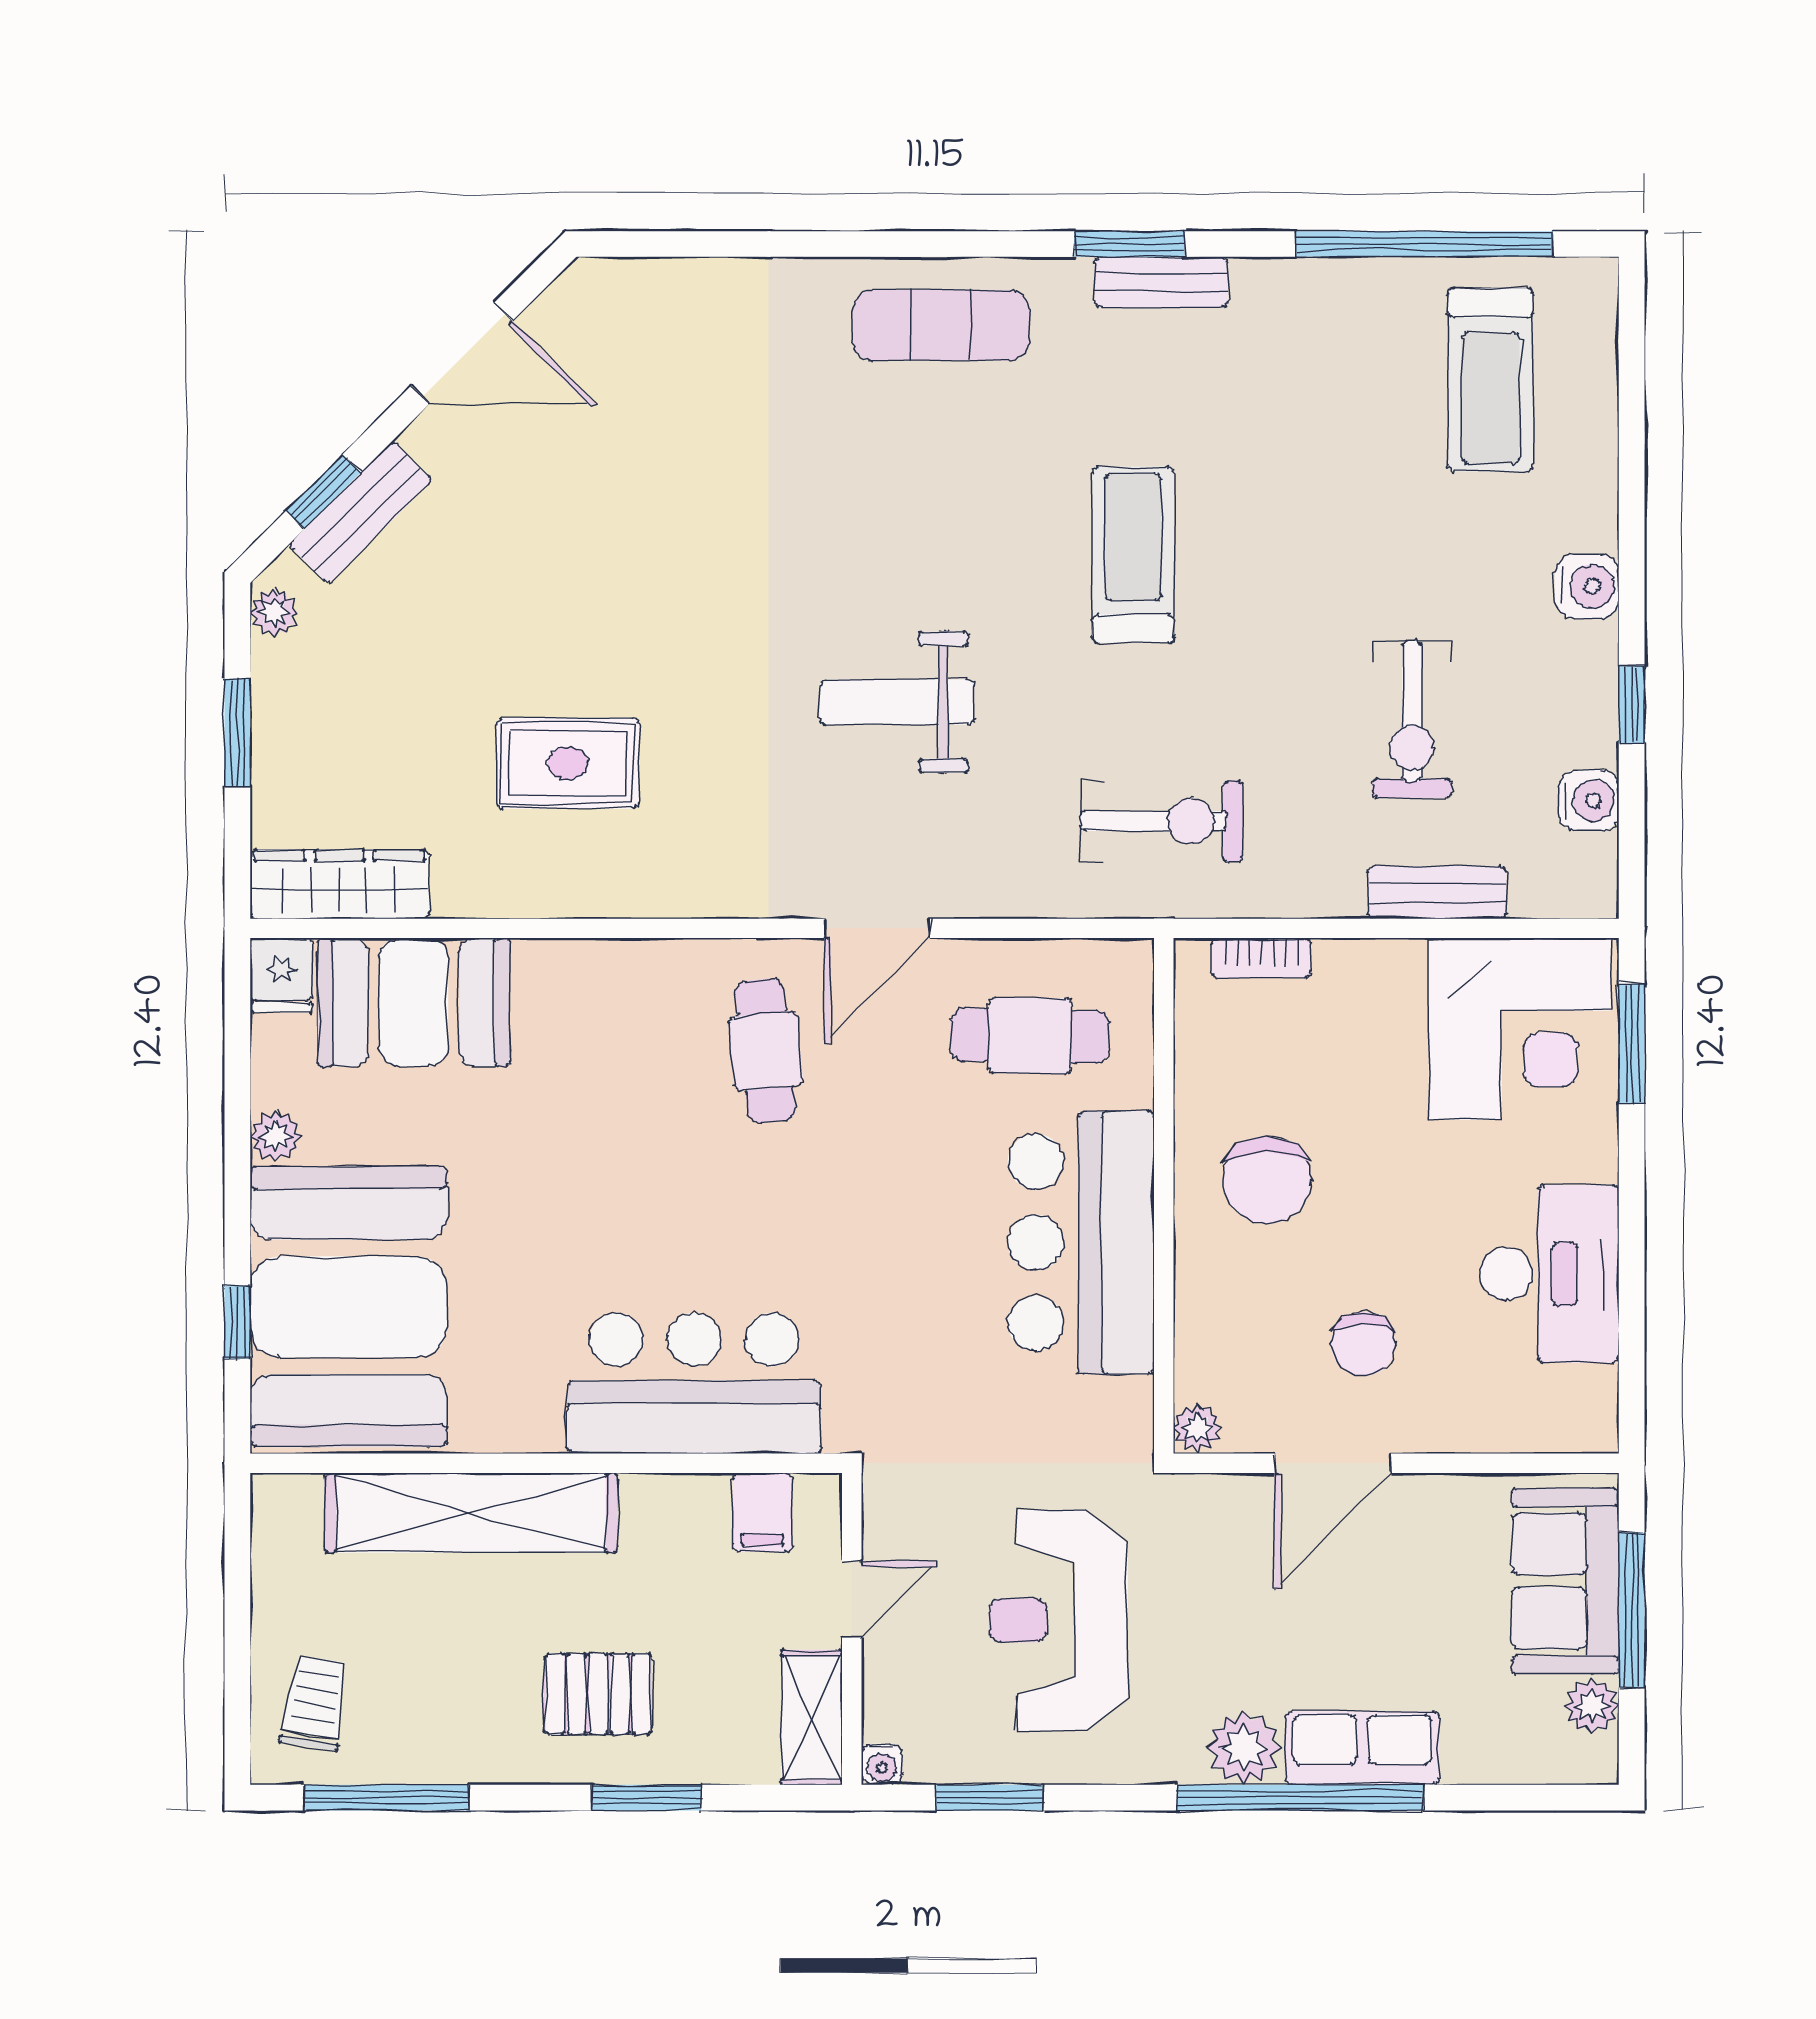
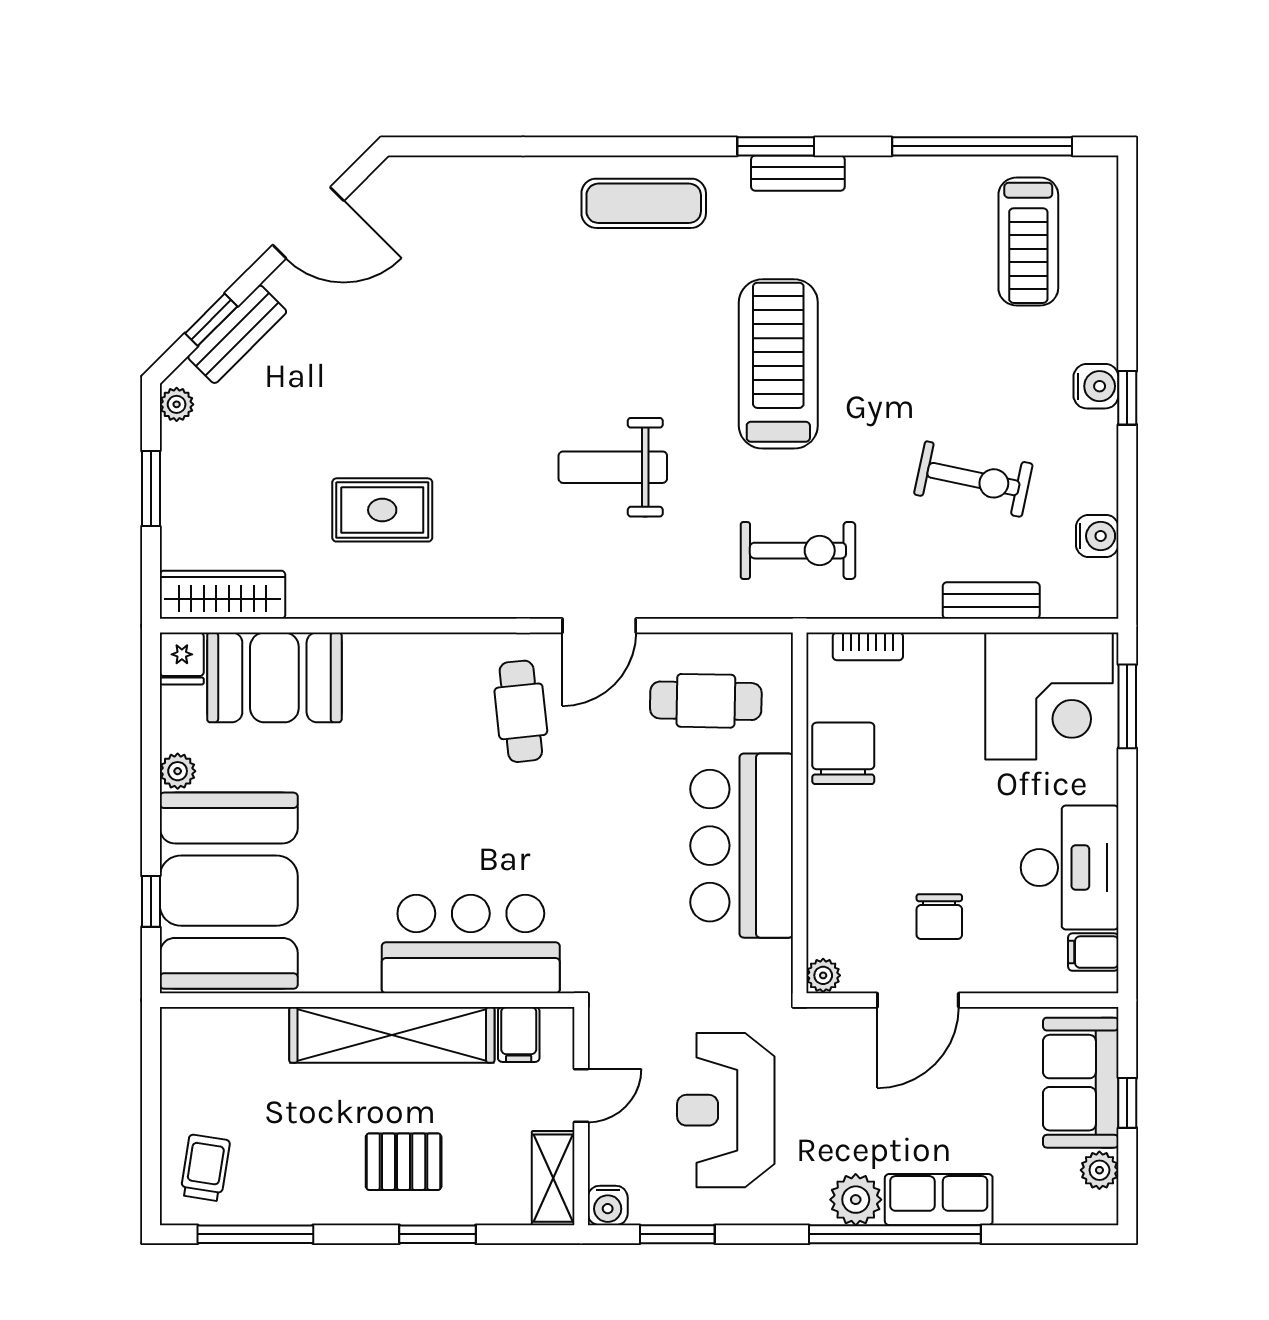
treadmill: (1133, 555) -> (778, 364), width x1.37, depth x1.38
window: (1632, 705) -> (1127, 398), moved
exercise bike: (1412, 719) -> (973, 479), turned -78
chair: (1267, 1180) -> (843, 753), moved, turned 180
filing cabinet: (1583, 1395) -> (1093, 952), added
shelving: (471, 1513) -> (392, 1035), moved
window: (1632, 1610) -> (1127, 1103), width x0.46
water cooler: (882, 1764) -> (608, 1205), width x1.38, depth x1.38

